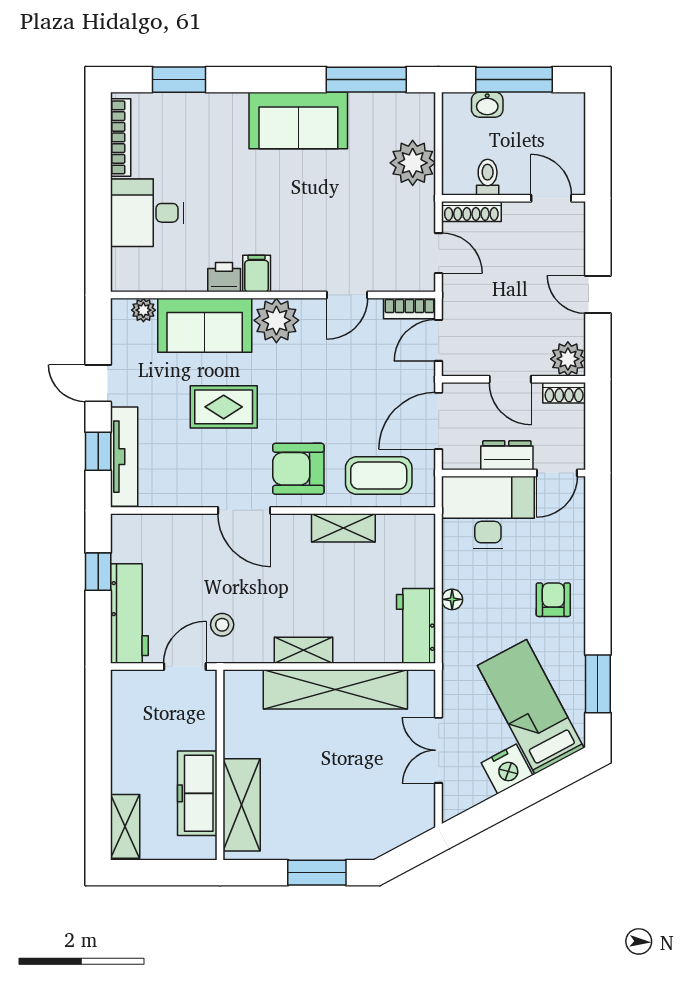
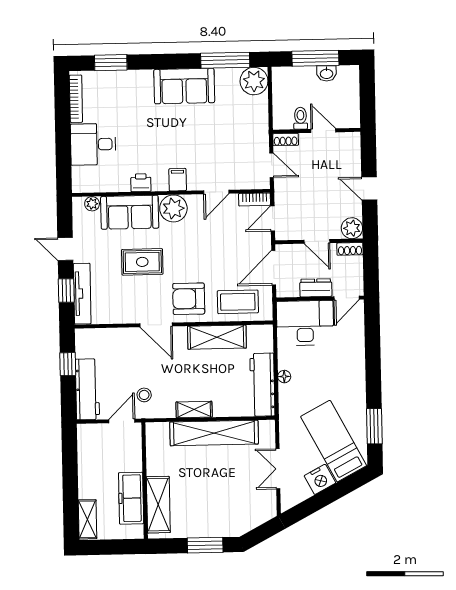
washbasin: (487, 105) -> (326, 73), moved
plant: (413, 163) -> (254, 81), moved
door: (551, 198) -> (323, 131), moved
shoe rack: (471, 211) -> (286, 139), width x0.70
filing cabinet: (257, 274) -> (178, 180), moved
shelving: (343, 528) -> (217, 337), width x1.50, depth x1.33
armchair: (553, 600) -> (346, 375), removed
workbench: (416, 626) -> (262, 385), width x1.37

